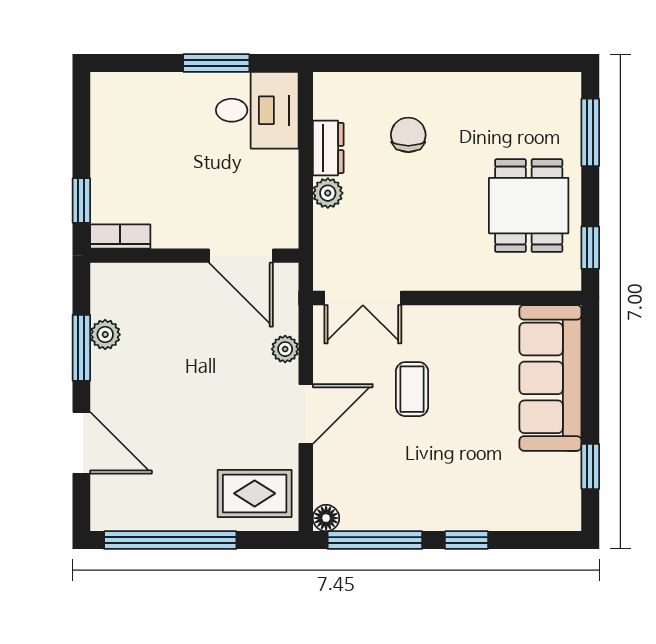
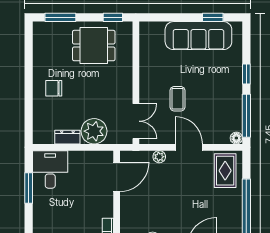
chair: (408, 135) -> (54, 88), moved
plant: (328, 193) -> (94, 131), width x1.88, depth x1.88
sofa: (550, 378) -> (198, 36), moved
coffee table: (412, 389) -> (177, 99), turned 90

